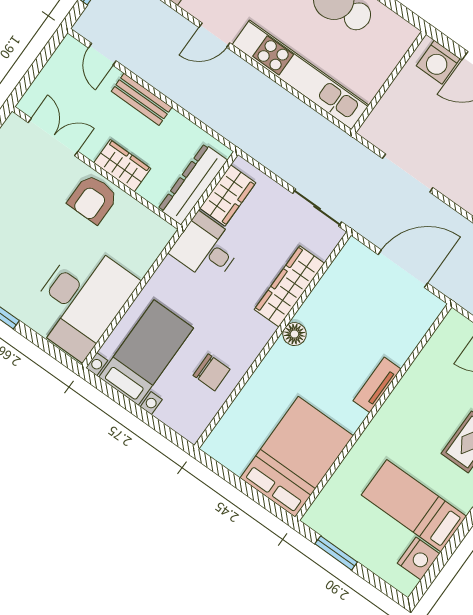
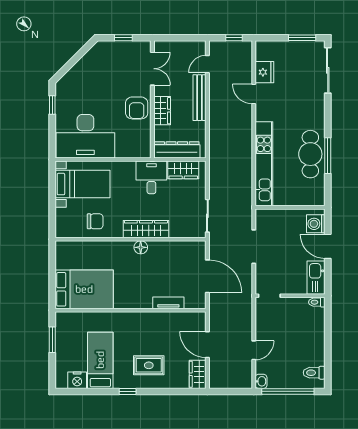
door: (214, 35) -> (254, 94), moved
bench: (142, 99) -> (200, 98), width x1.36
armchair: (93, 199) -> (137, 108), turned -90
wardrobe: (289, 286) -> (146, 229), moved
chair: (212, 372) -> (95, 221), turned -90
tv unit: (377, 385) -> (168, 303), moved

